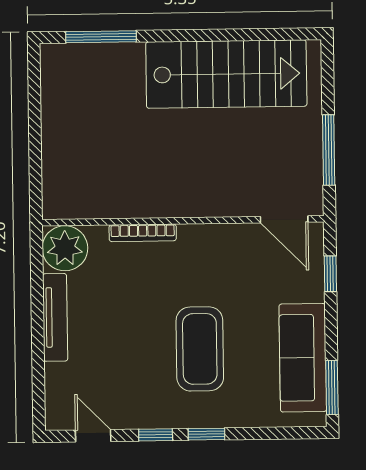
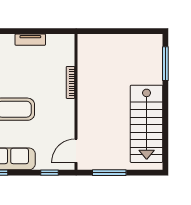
plant: (65, 248) -> (64, 45), removed
tv unit: (55, 317) -> (30, 40), width x0.71

